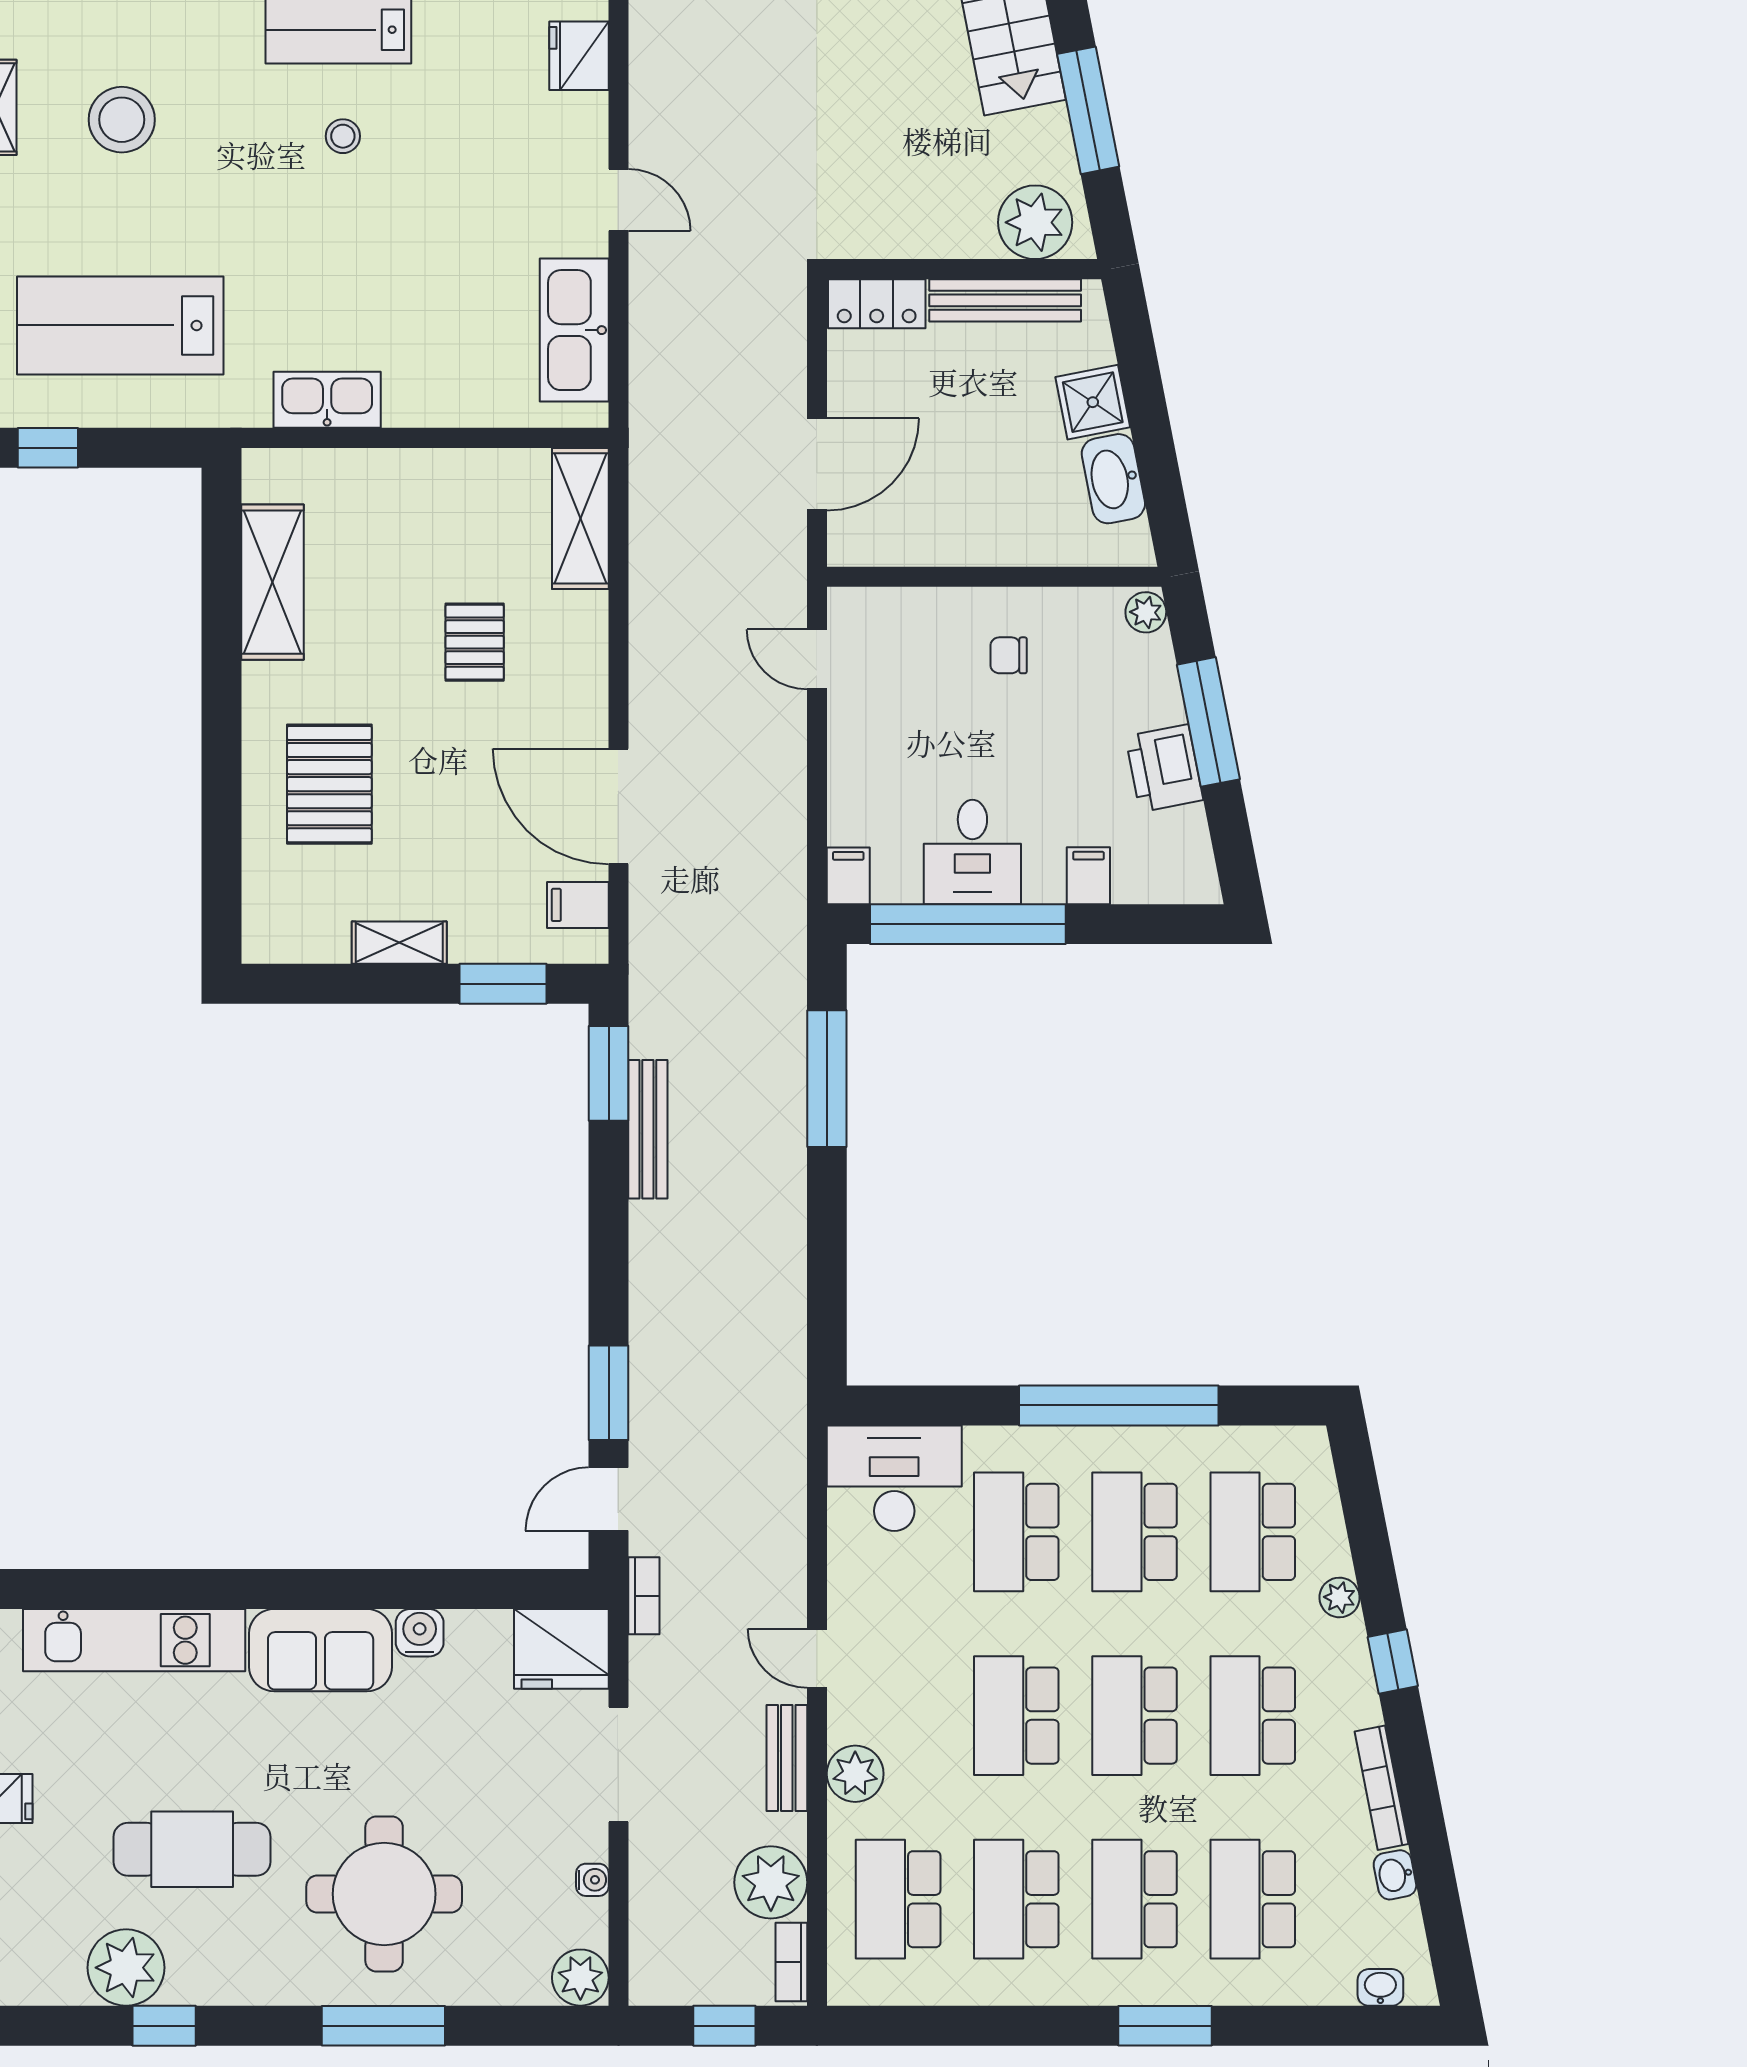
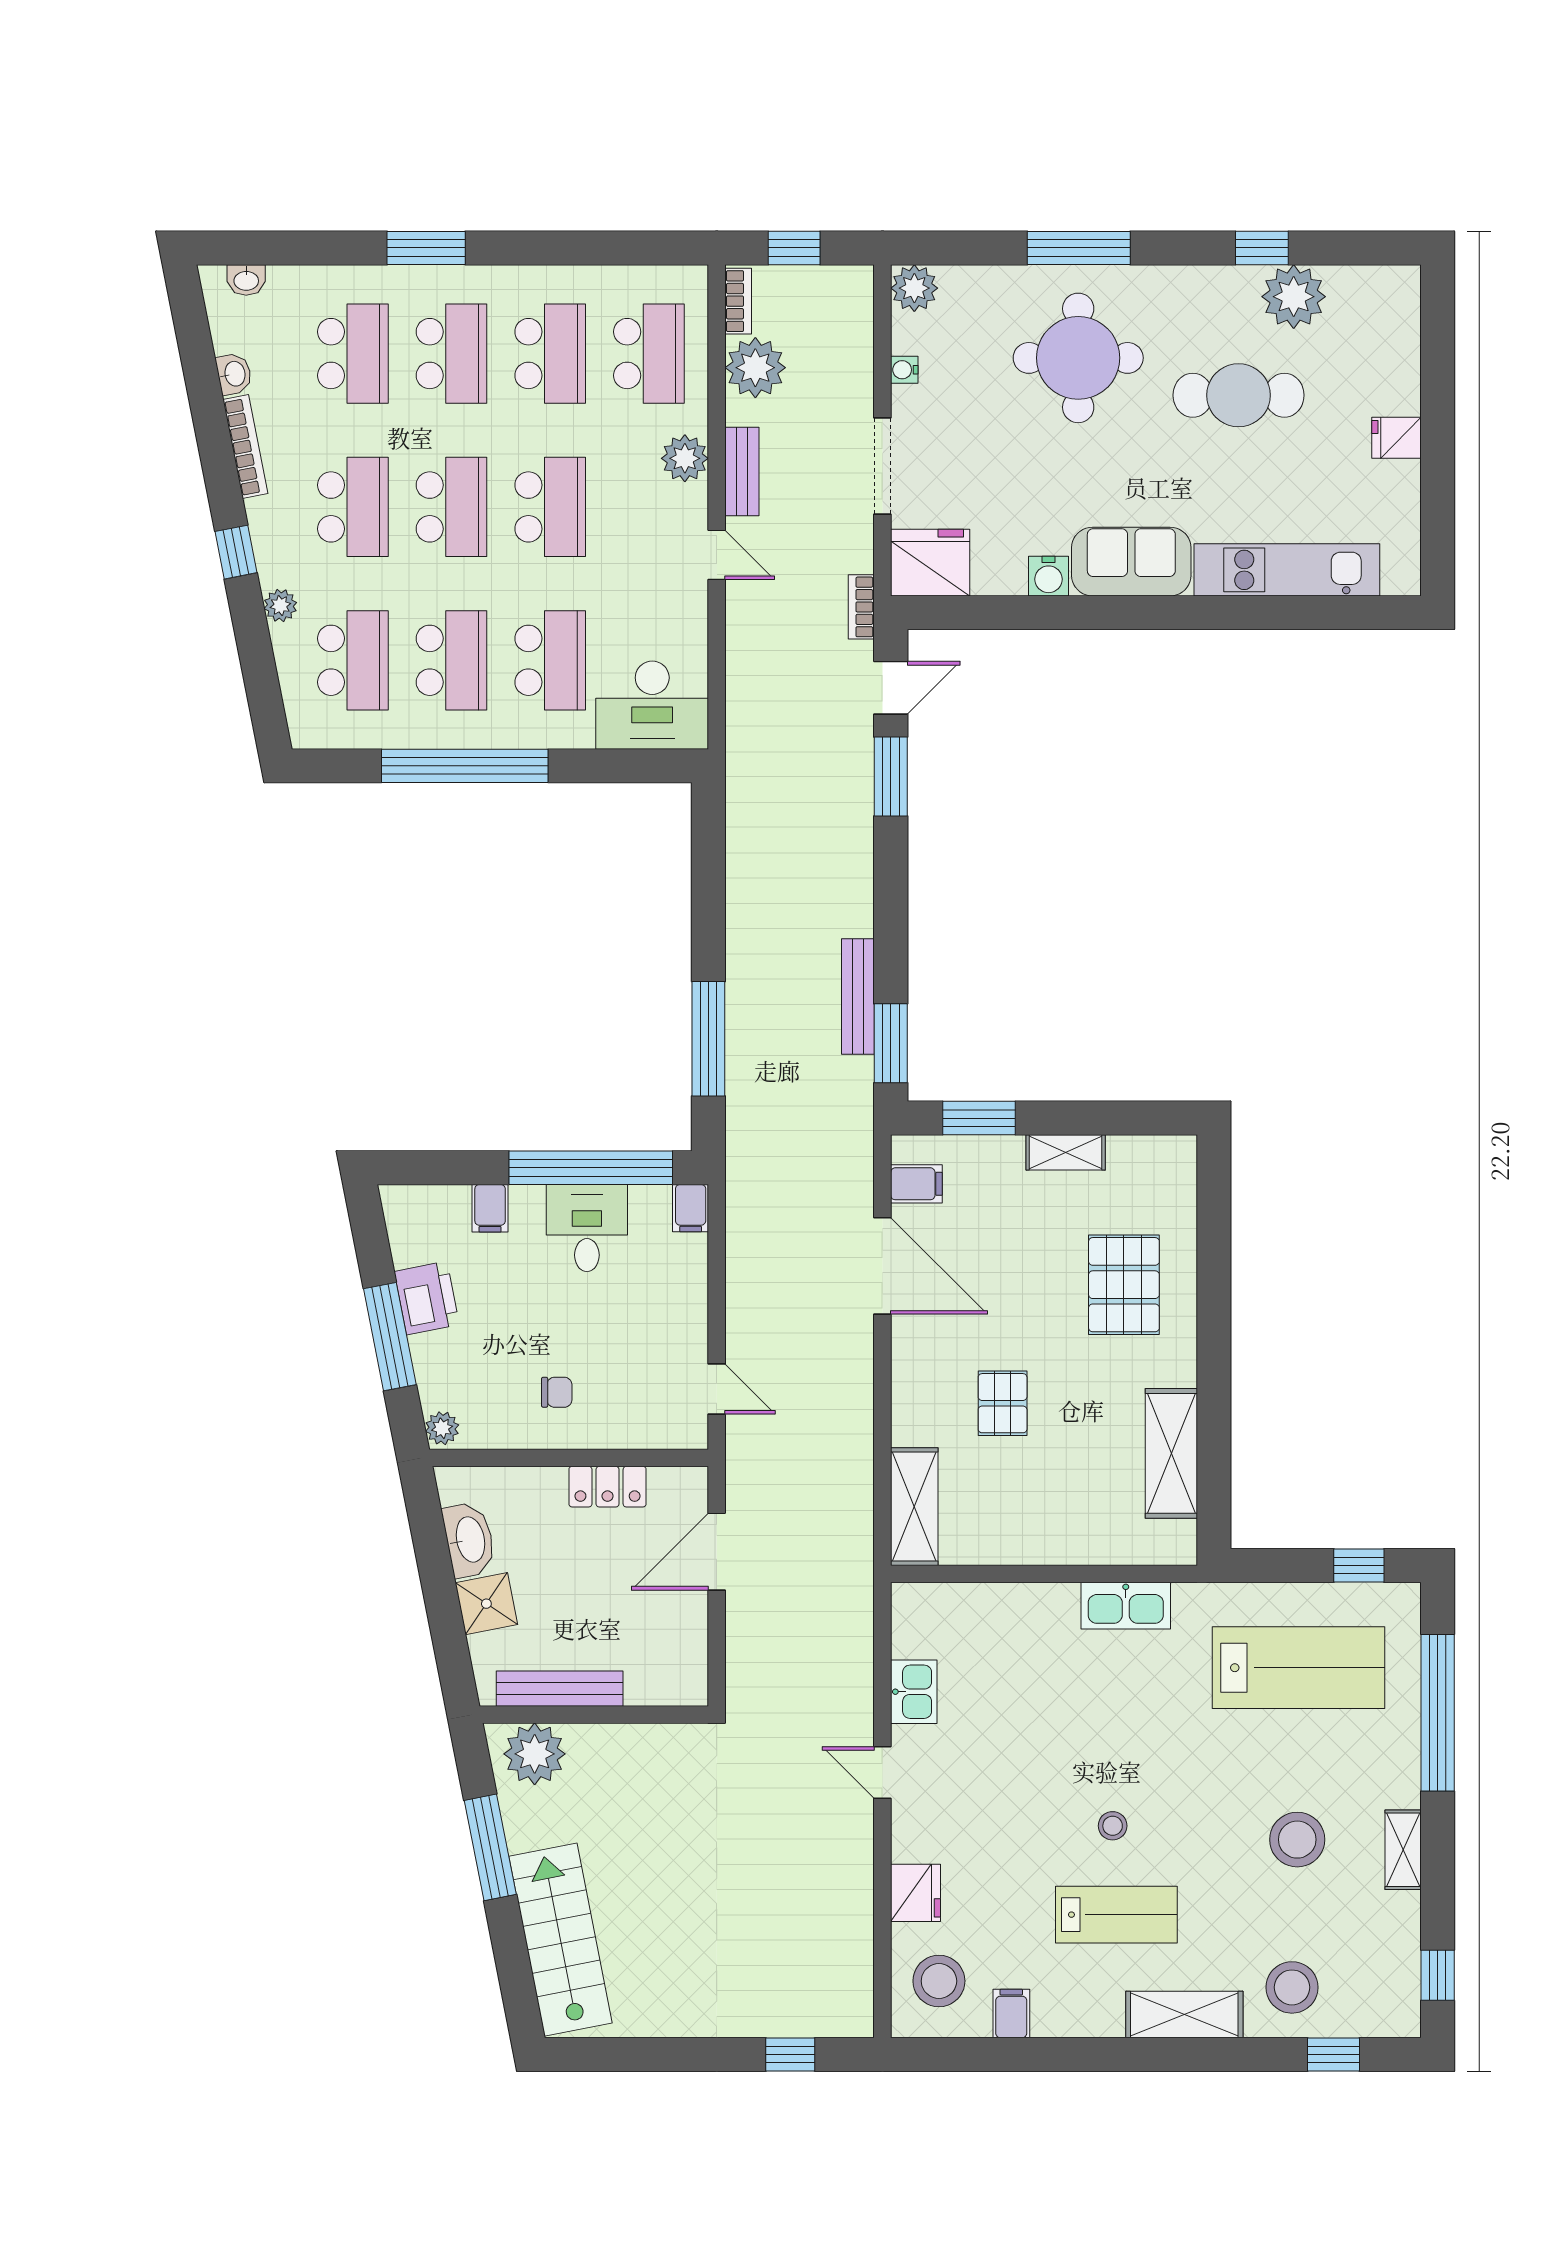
locker: (877, 304) -> (608, 1487), moved, turned 180
kitchen sink: (574, 330) -> (914, 1692), width x0.53, depth x0.81

